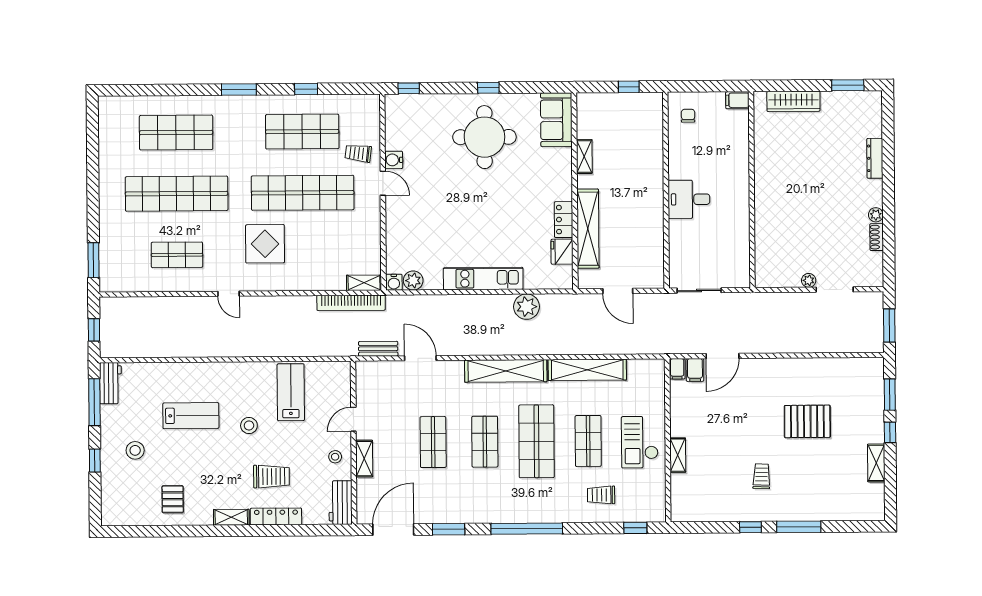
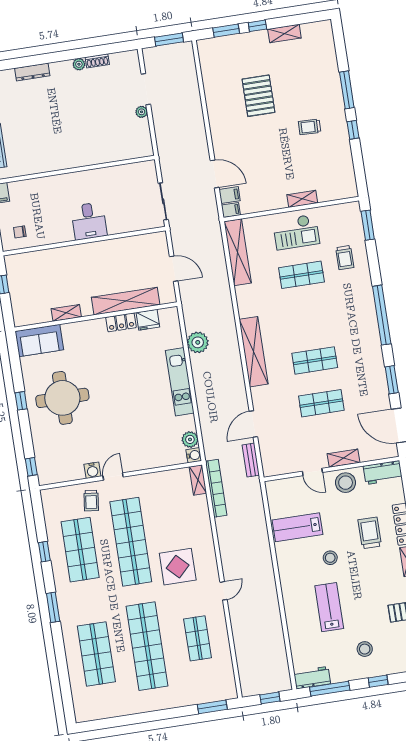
door: (618, 291) -> (174, 269), hinge flipped
shelving: (587, 370) -> (238, 252), moved
shop shelf: (536, 441) -> (308, 318), removed
stool: (335, 457) -> (346, 483), width x1.89, depth x1.89
window: (635, 528) -> (368, 225), width x1.50

